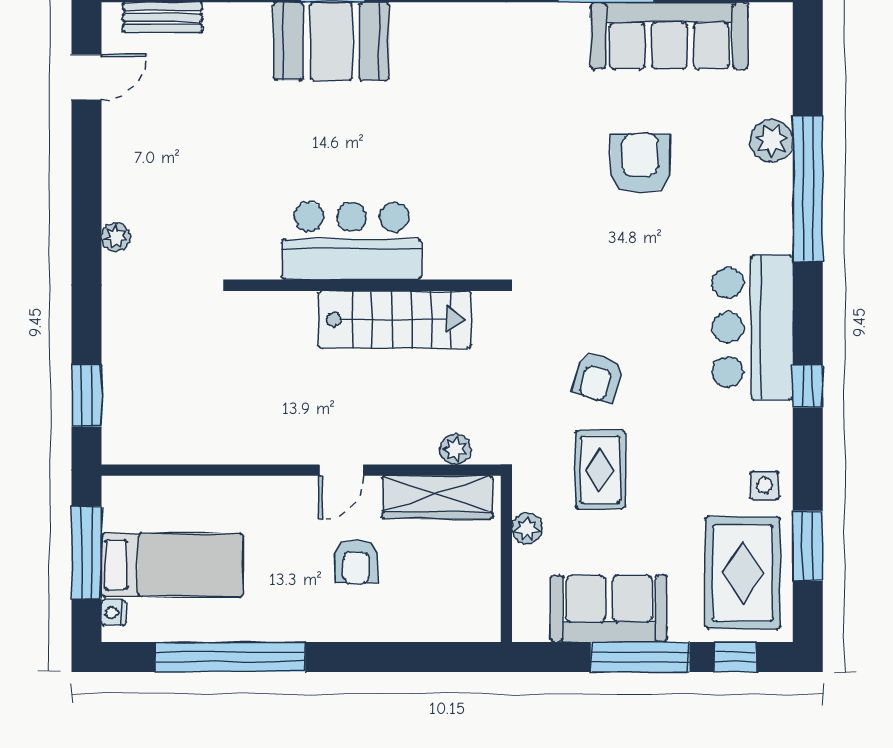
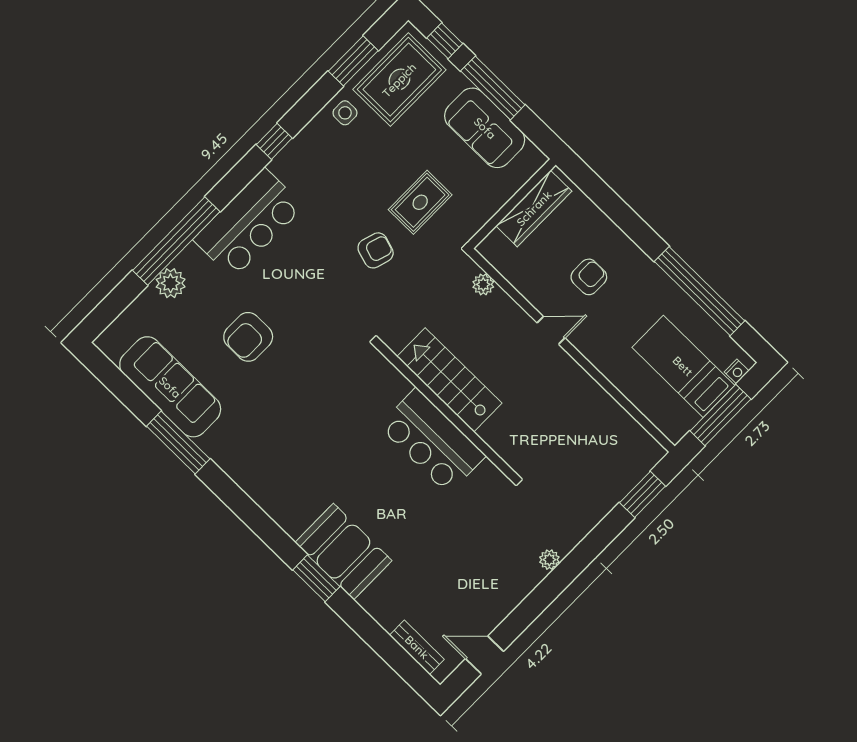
bar counter: (753, 327) -> (249, 223), moved
wardrobe: (437, 497) -> (534, 208), moved, turned 90
plant: (527, 529) -> (486, 209), removed

